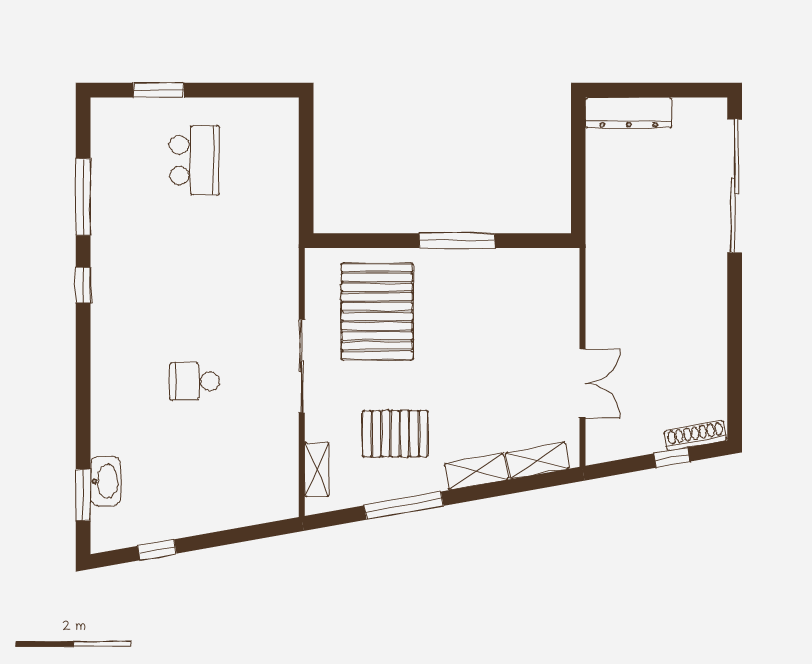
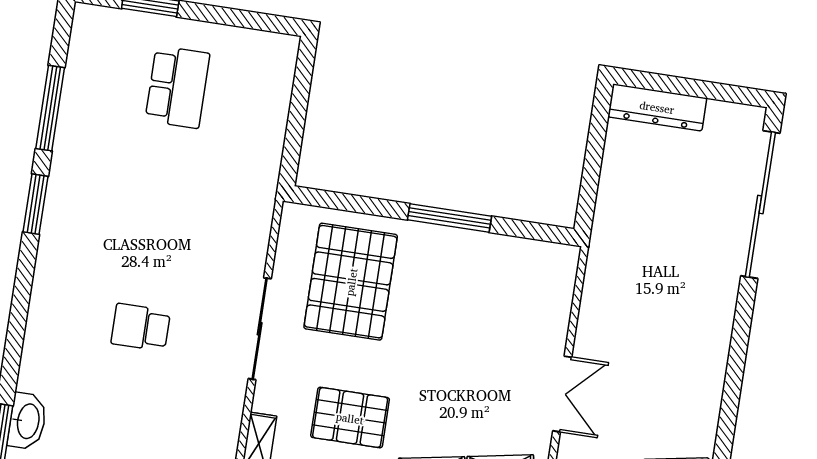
window: (83, 285) -> (35, 204), width x1.50

